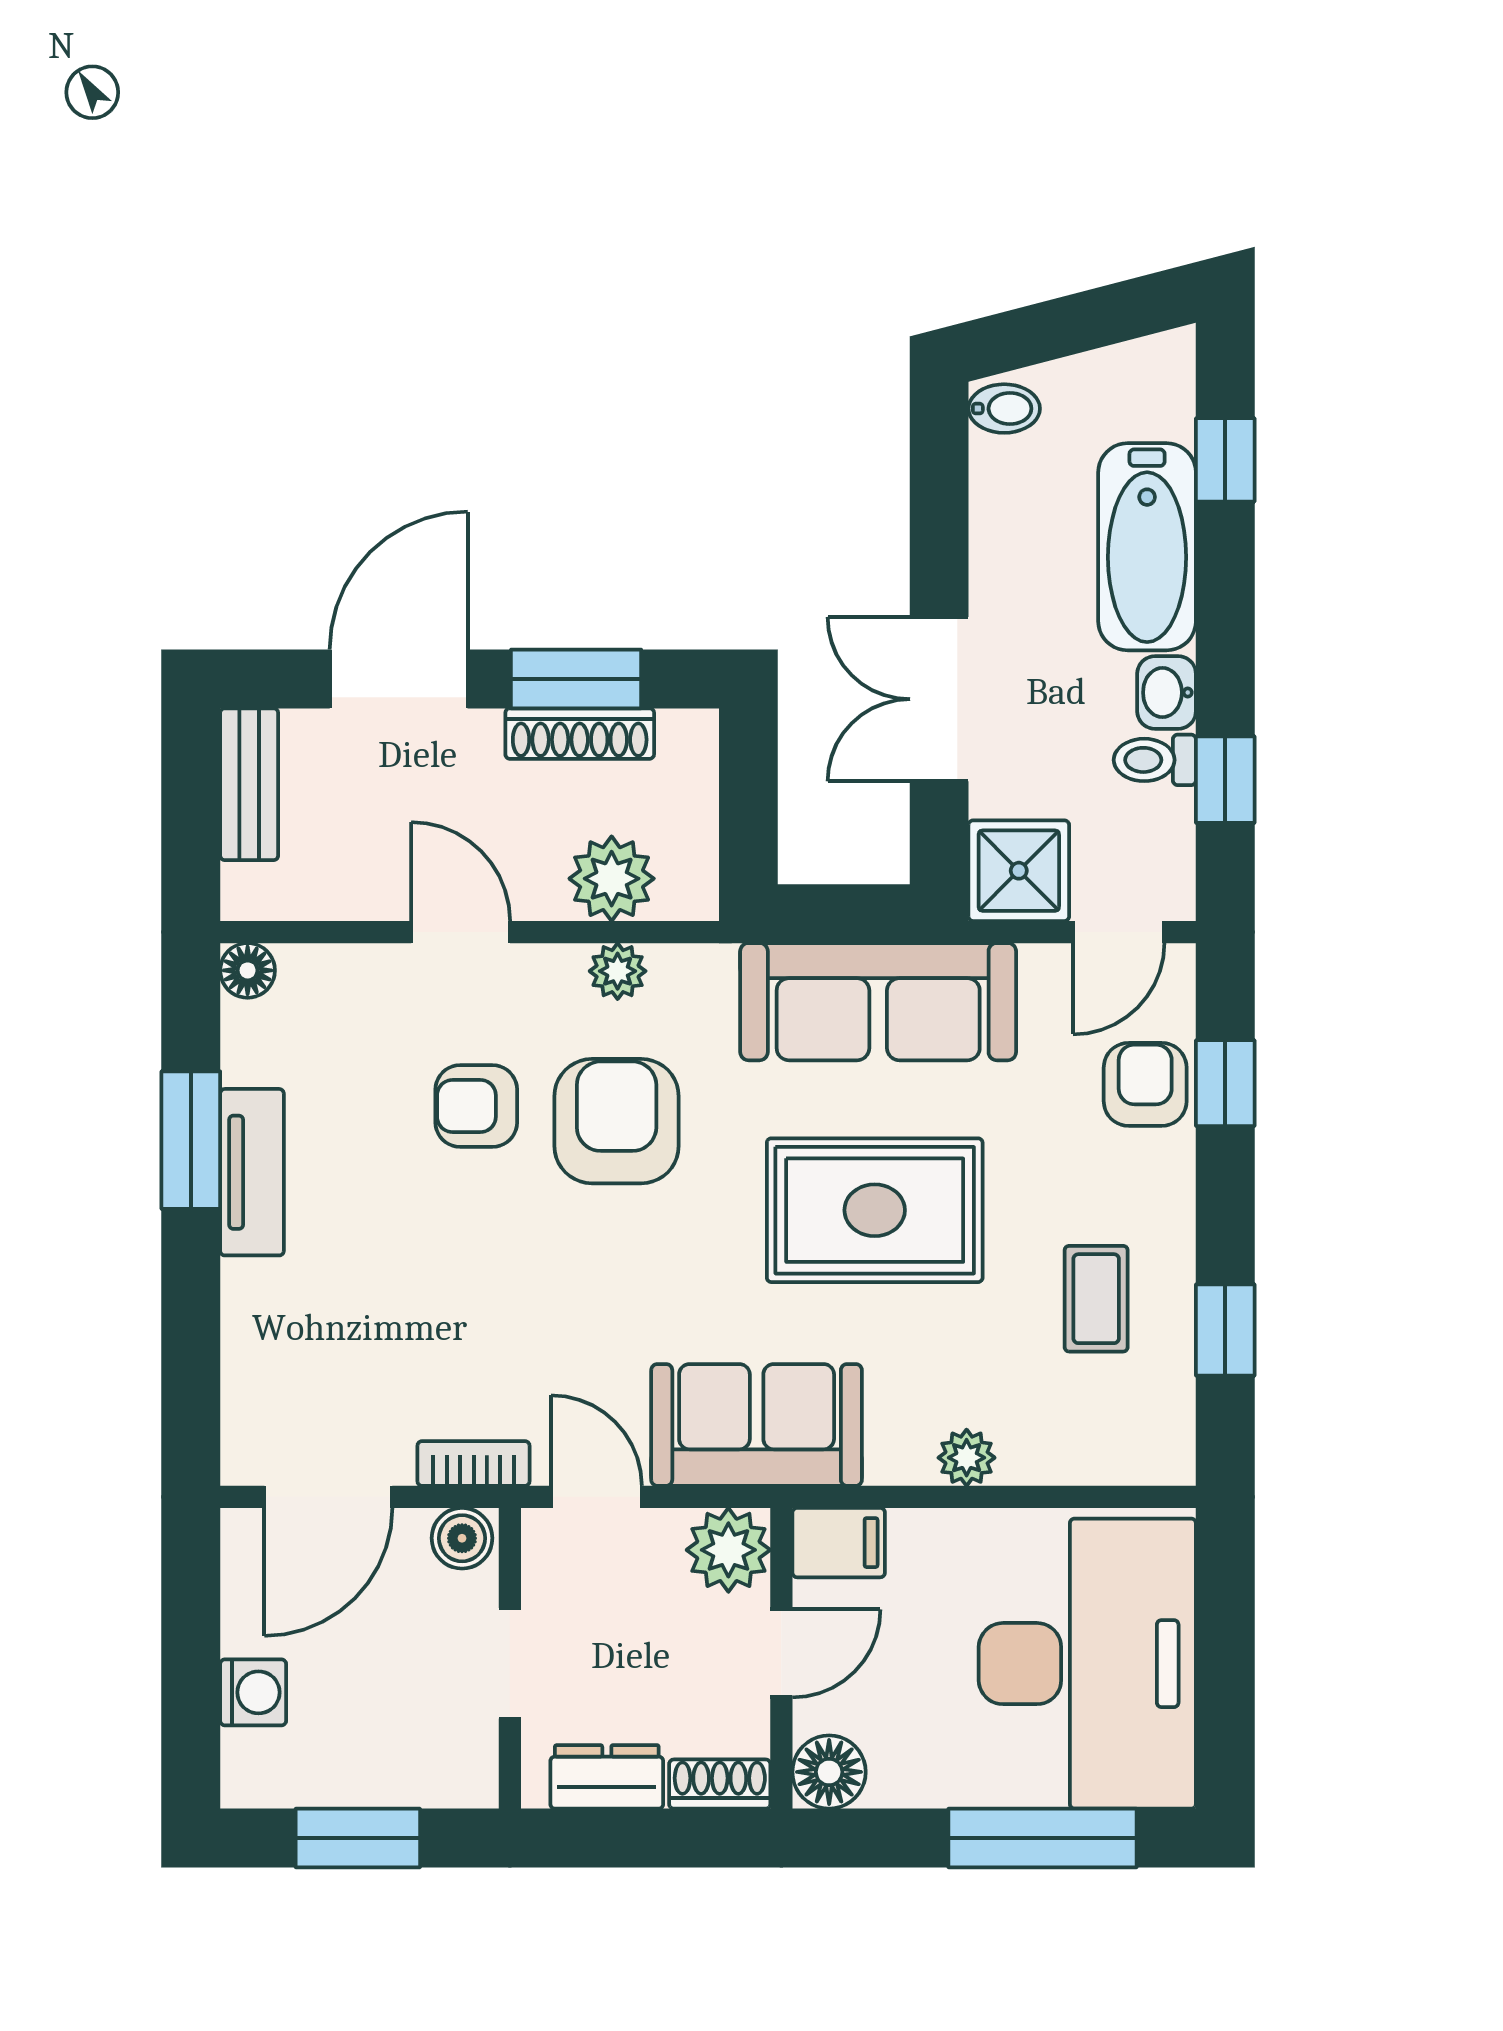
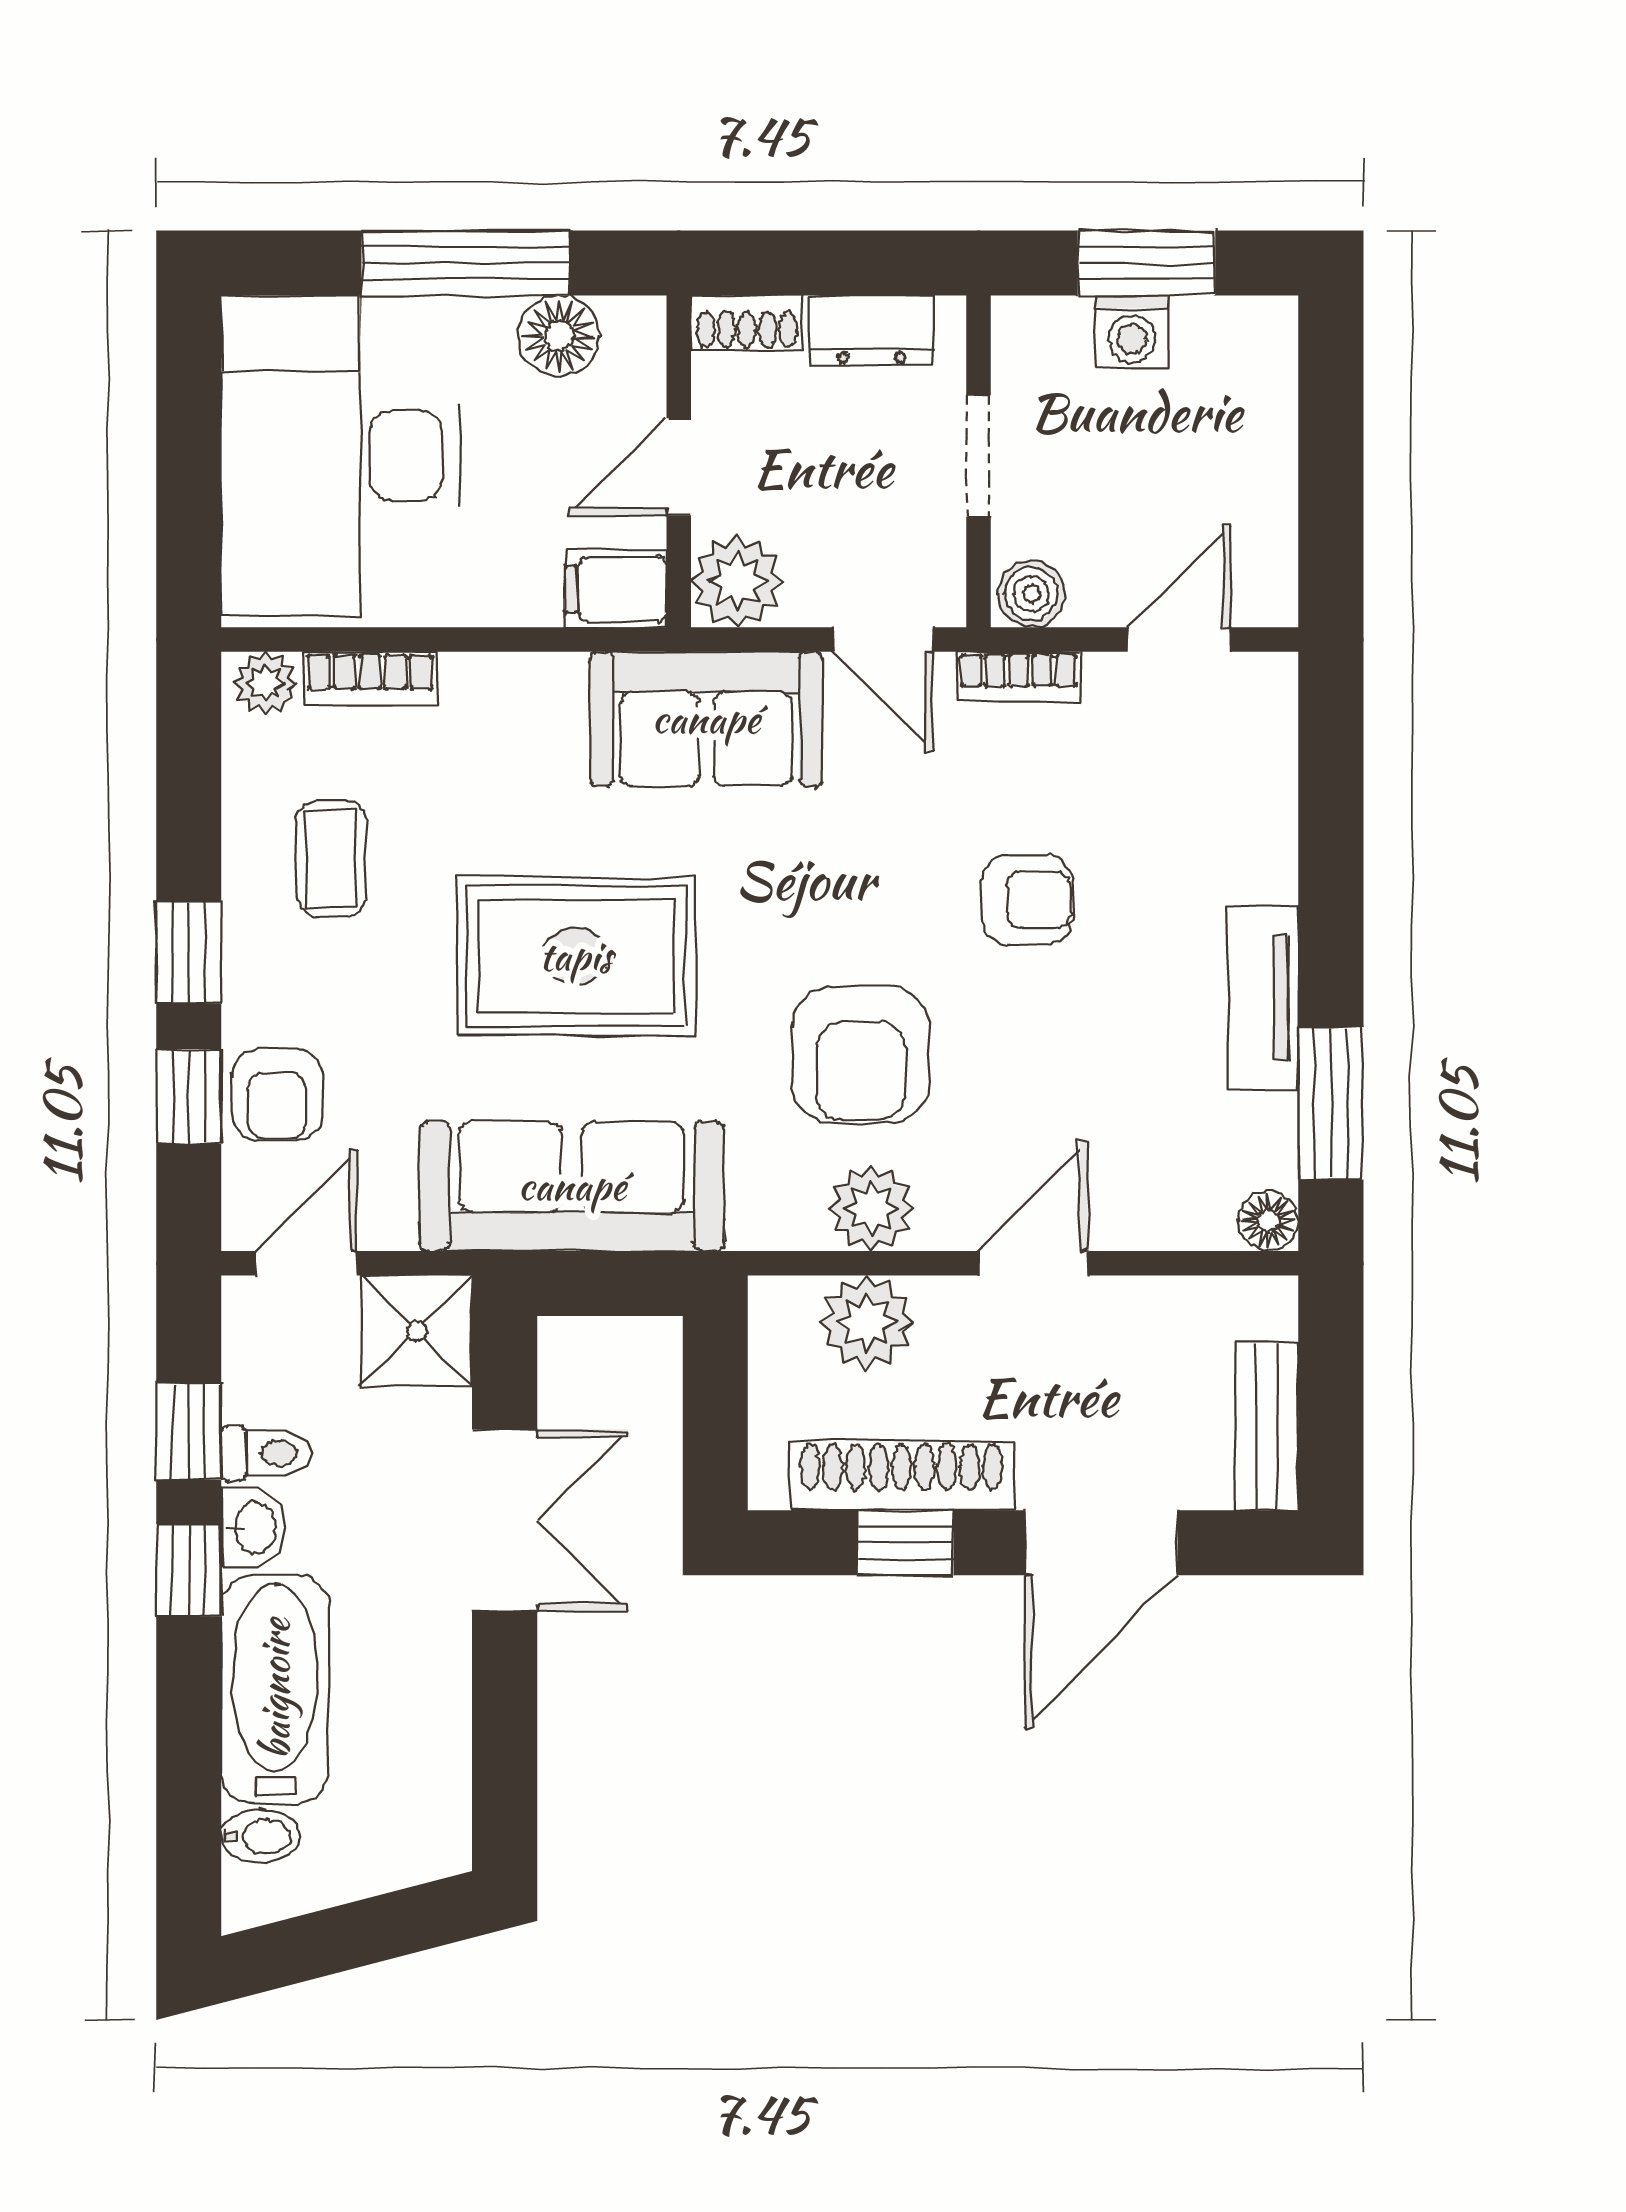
bidet: (1004, 409) -> (261, 1836), moved, turned 180
window: (1225, 460) -> (189, 1570), moved
window: (576, 679) -> (906, 1543), width x0.67
shoe rack: (580, 734) -> (902, 1476), width x1.36, depth x1.24
door: (461, 932) -> (1033, 1263), swing flipped
plant: (618, 971) -> (871, 1208), width x1.38, depth x1.38
armchair: (476, 1106) -> (1028, 900), moved
window: (191, 1140) -> (1331, 1103), moved
window: (1225, 1330) -> (189, 953), moved
plant: (967, 1458) -> (266, 683), moved
bookcase: (1061, 1462) -> (370, 678), added
door: (328, 1497) -> (1179, 640), width x0.73
washing machine: (253, 1692) -> (1132, 332), moved, turned -90
floor lamp: (829, 1772) -> (559, 336), moved
window: (1043, 1838) -> (466, 263), moved

